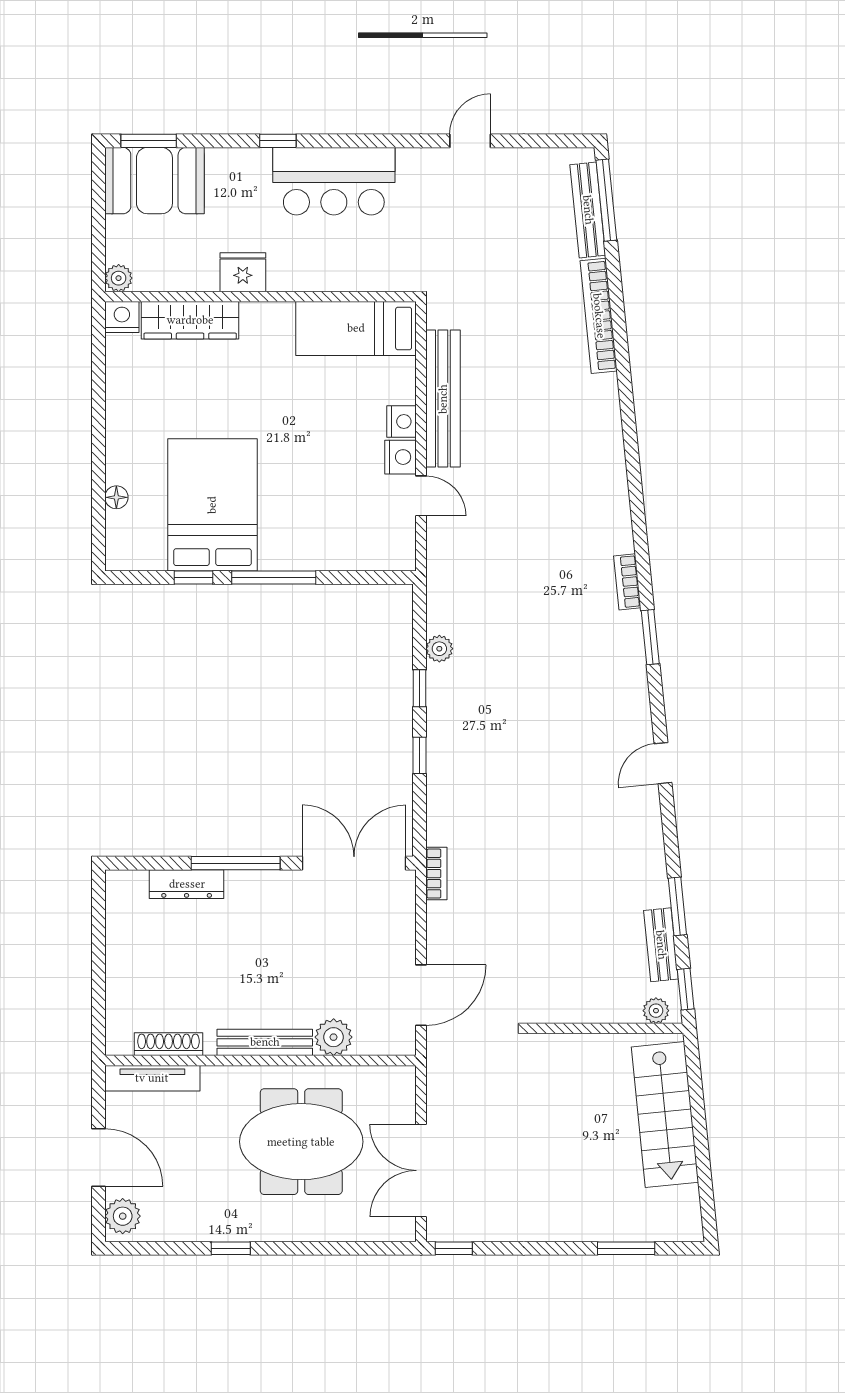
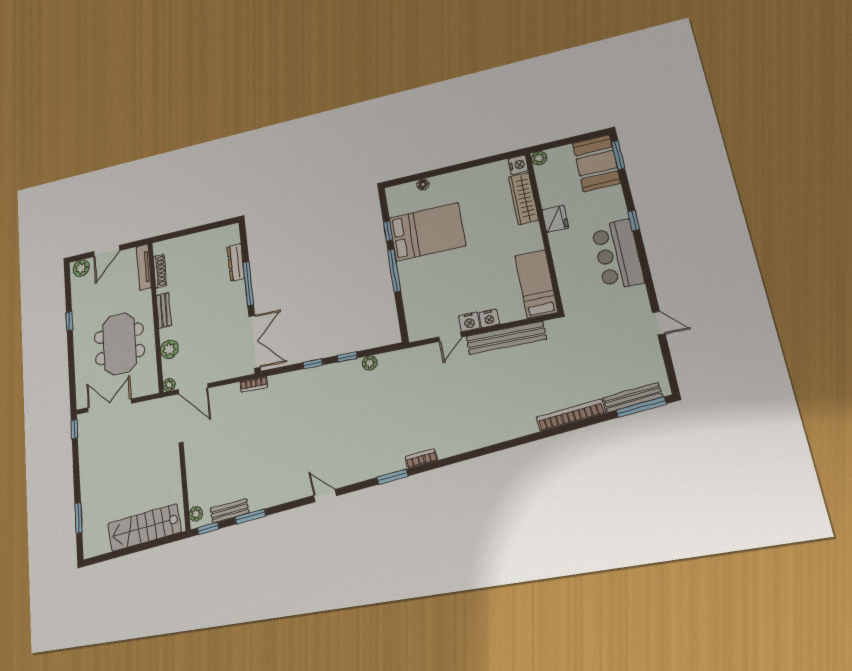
bench: (265, 1042) -> (164, 310), width x0.73
plant: (404, 1043) -> (169, 385), added

